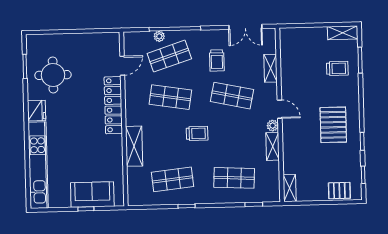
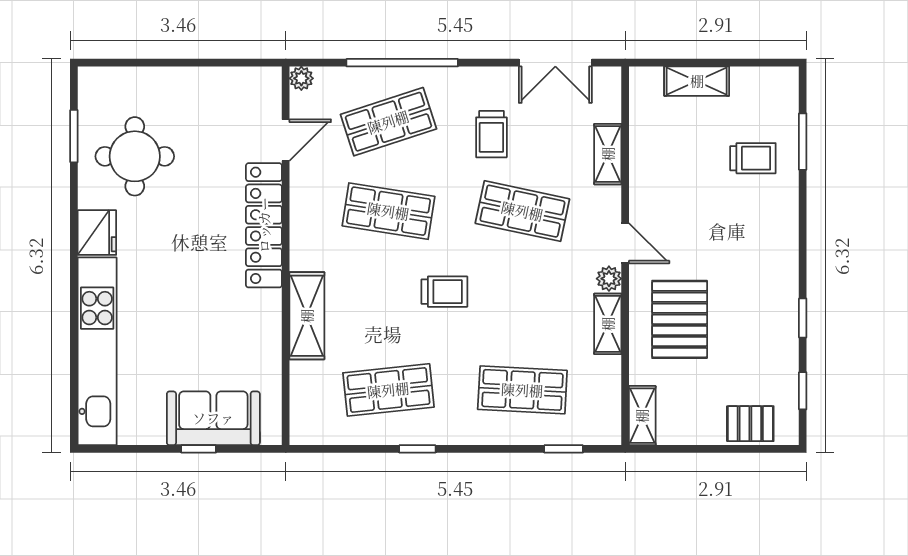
shelving: (343, 33) -> (697, 81), moved
plant: (159, 36) -> (301, 78), moved
pallet: (333, 125) -> (680, 319), moved

